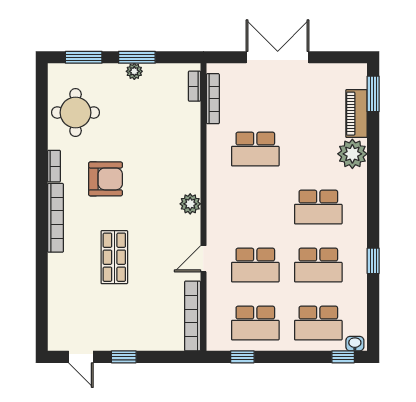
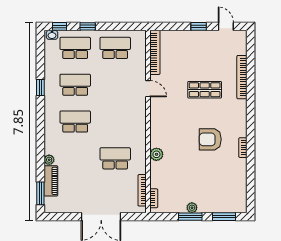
round table: (76, 113) -> (229, 182), removed
plant: (352, 154) -> (49, 160), width x0.53, depth x0.53
plant: (190, 204) -> (156, 154), moved
bookcase: (56, 218) -> (242, 77), moved
shop shelf: (114, 257) -> (205, 90), turned 90
door: (203, 259) -> (148, 89), hinge flipped
school desk: (255, 265) -> (115, 85), removed
window: (242, 357) -> (88, 26), moved

